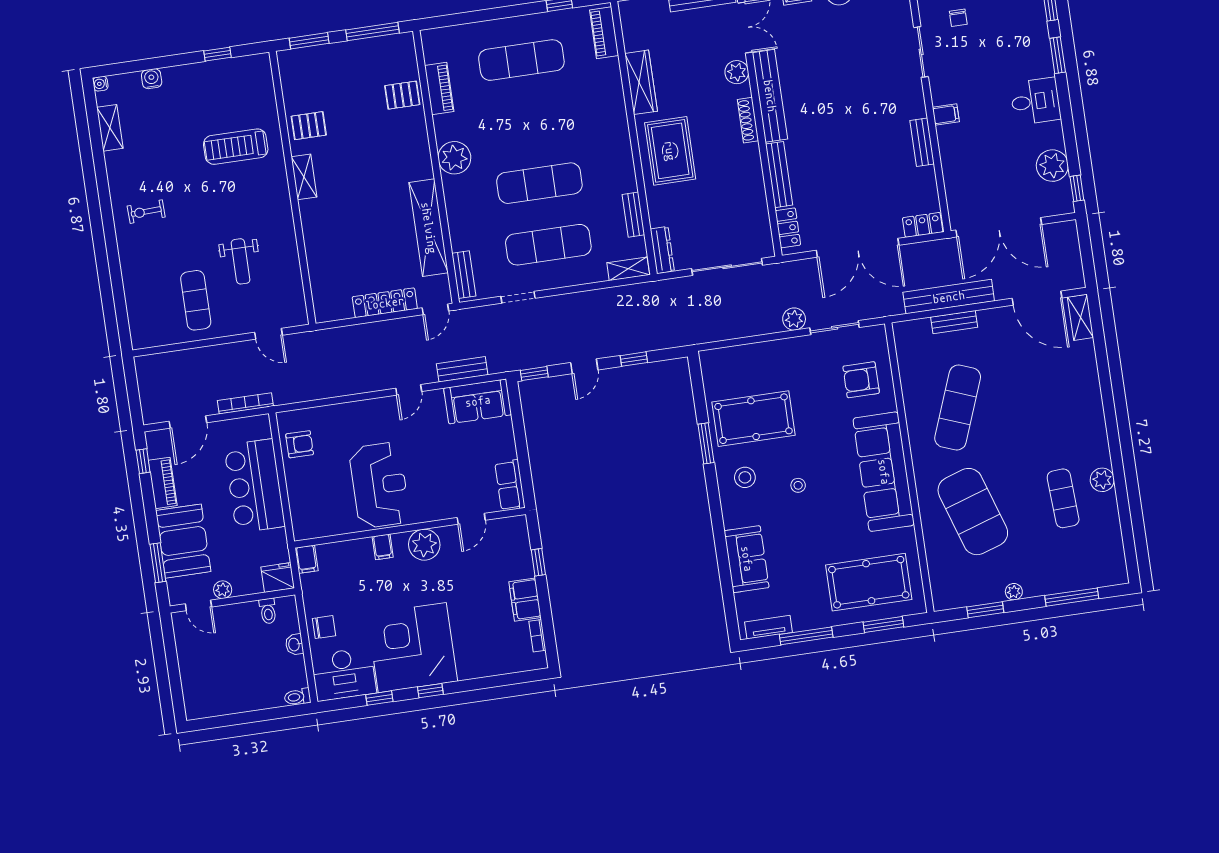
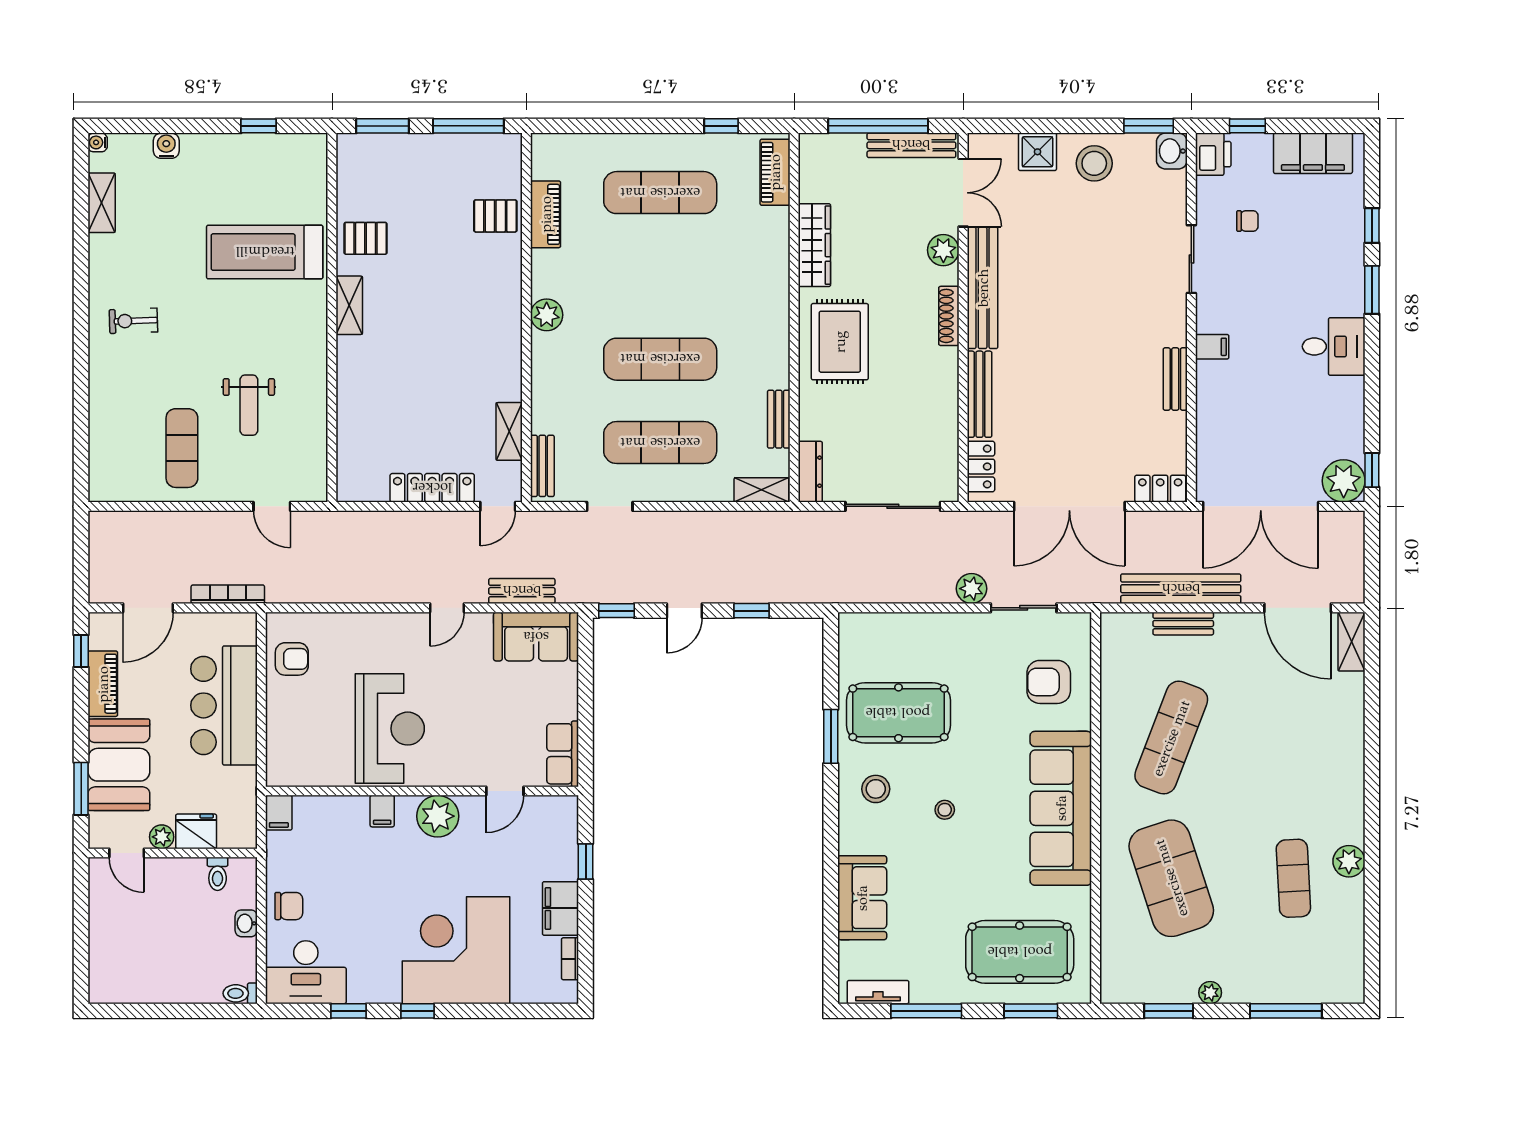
chair: (958, 18) -> (1247, 221), turned -90
treadmill: (236, 147) -> (265, 252), width x1.37, depth x1.38
plant: (454, 158) -> (547, 315), width x0.73, depth x0.73
plant: (1052, 166) -> (1344, 481), moved
shelving: (429, 228) -> (509, 431), width x0.45, depth x0.75
fridge: (278, 578) -> (196, 831), moved
corner desk: (412, 648) -> (456, 950), moved

